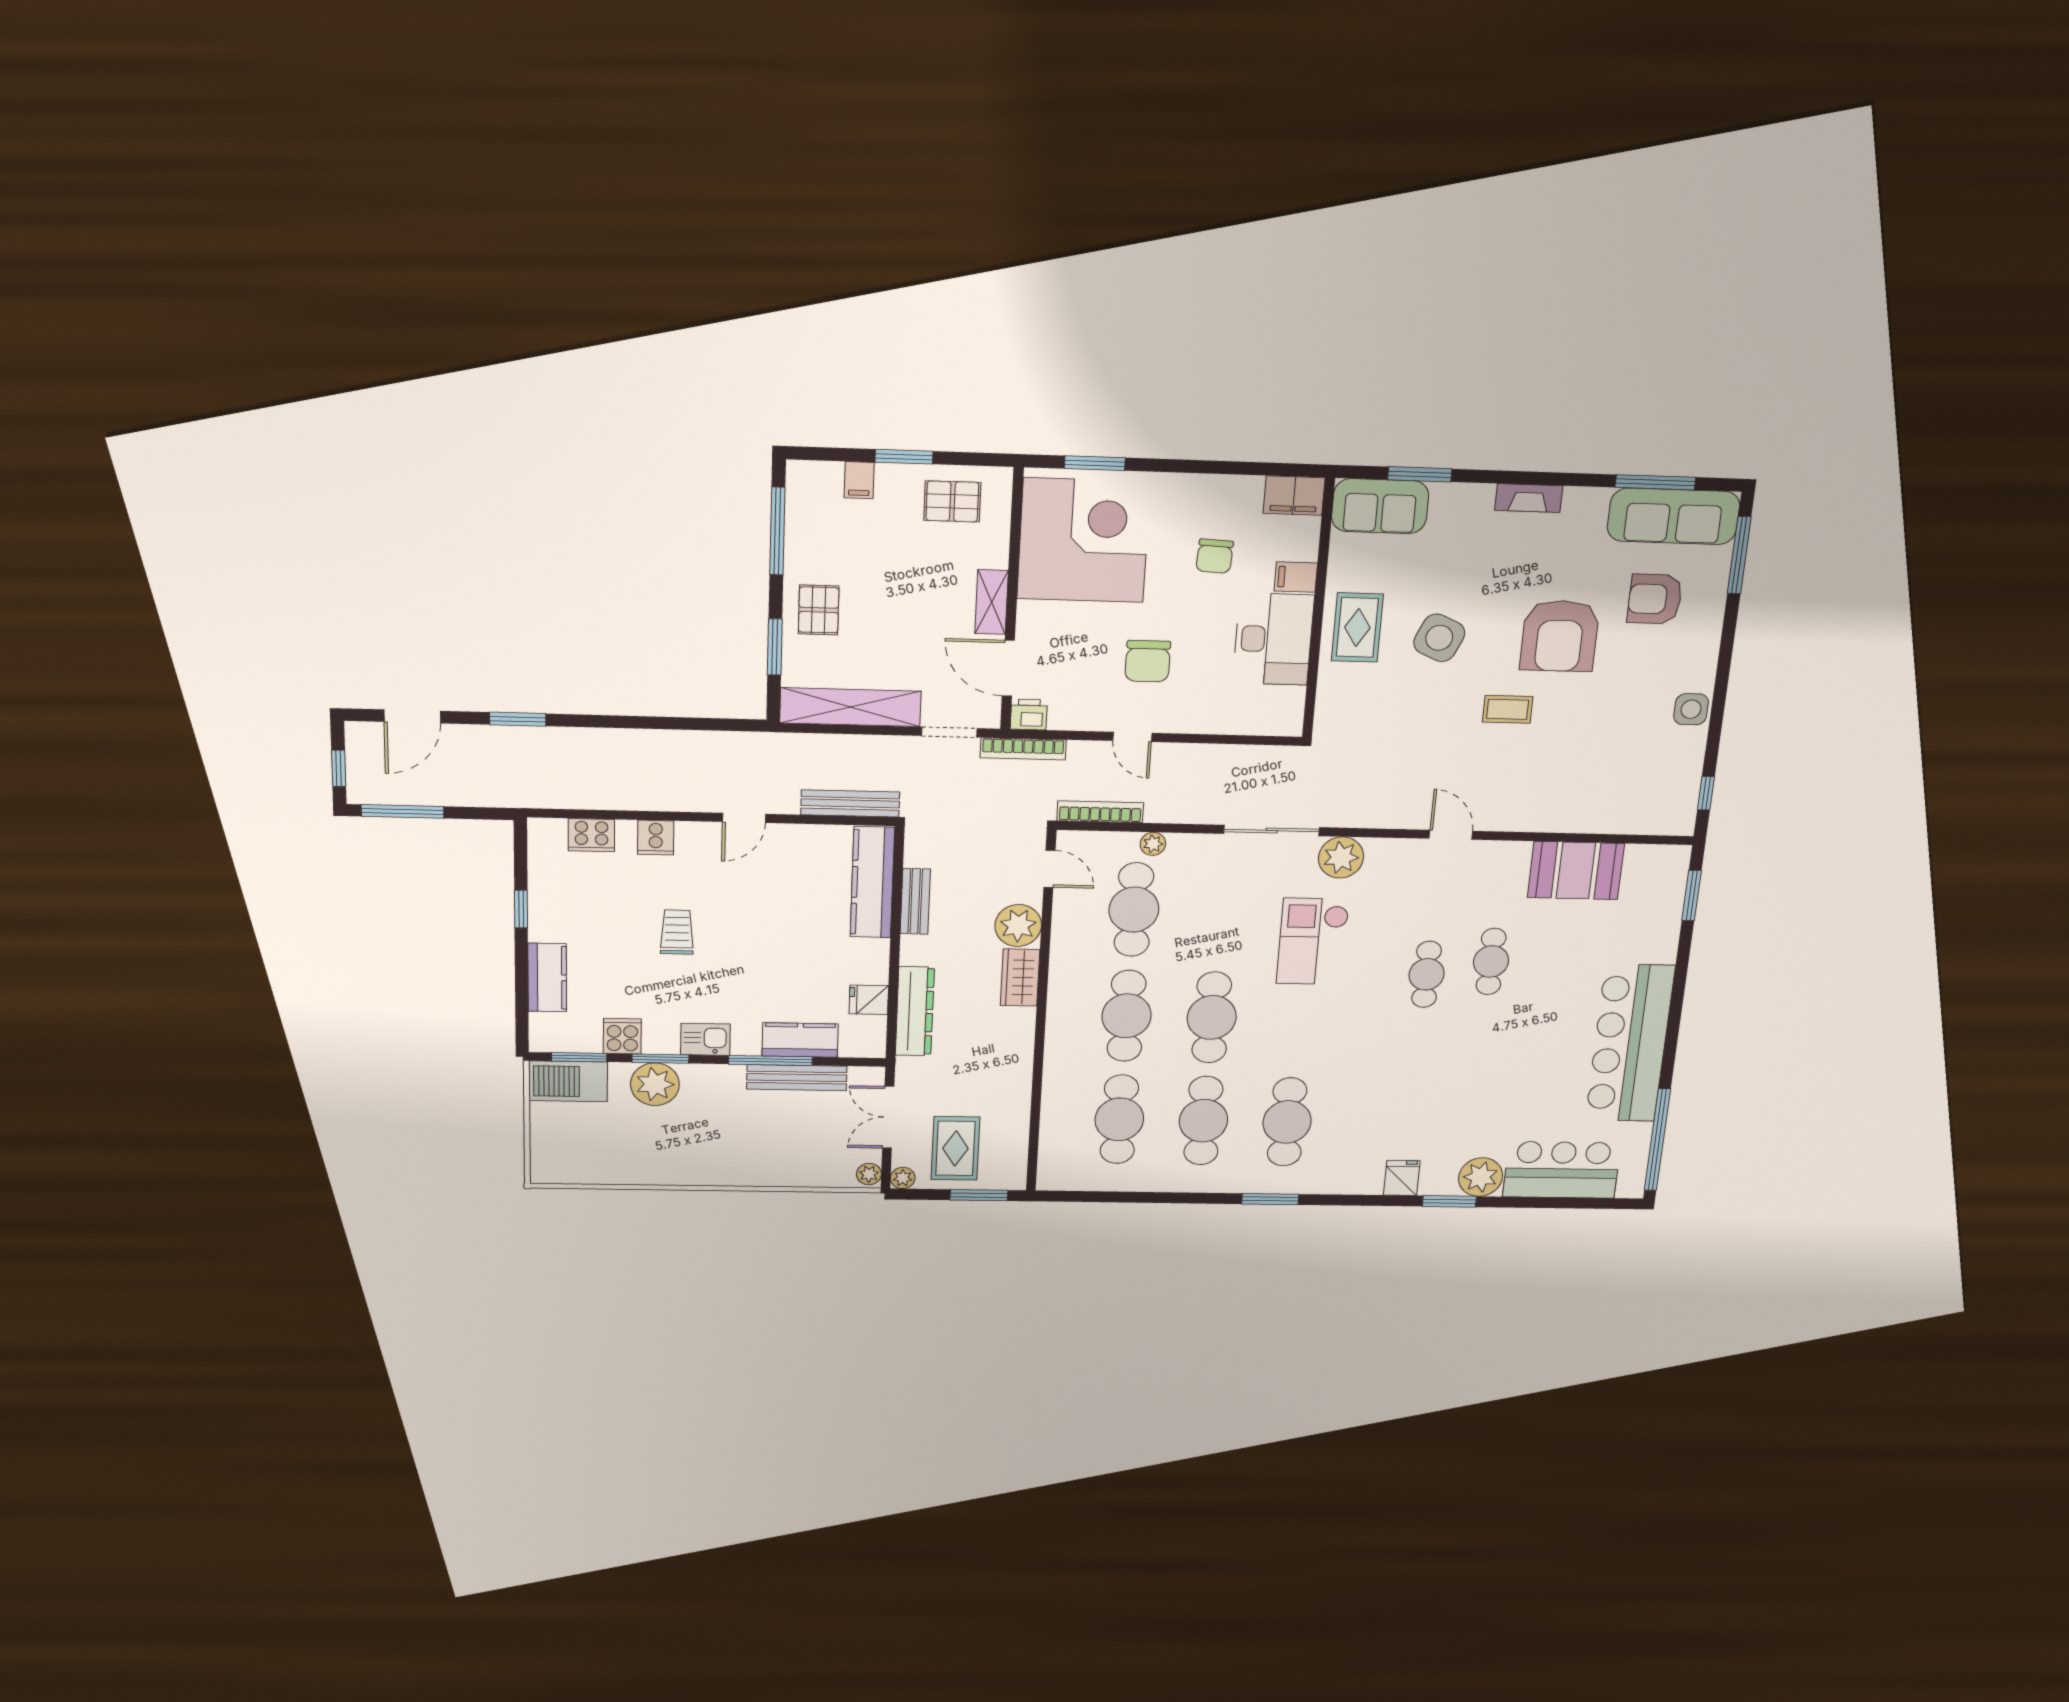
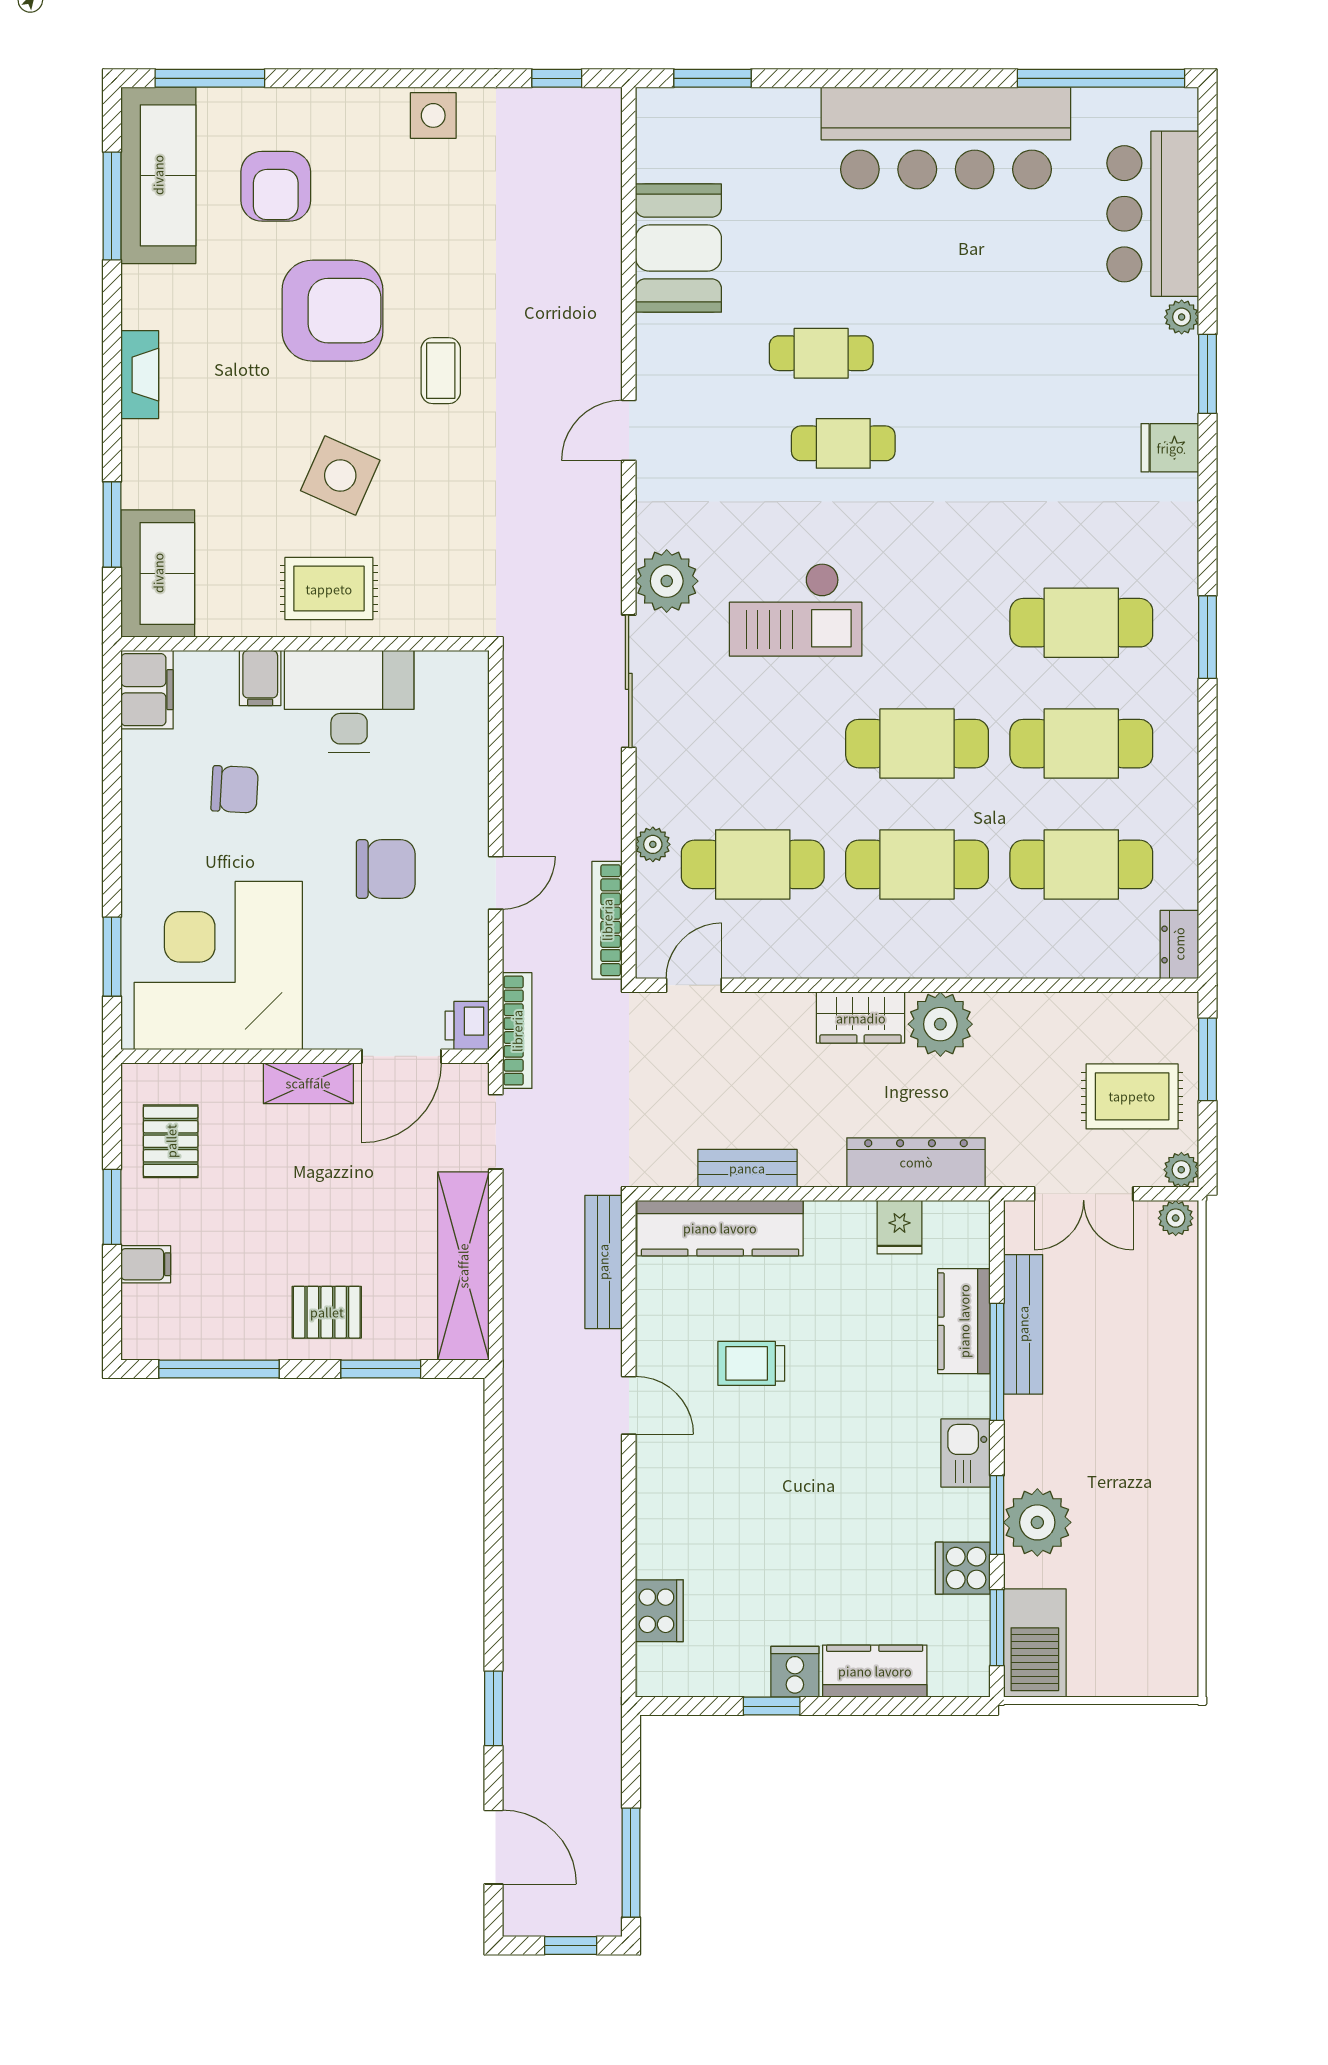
cooker: (656, 838) -> (795, 1672), moved, turned -90
plant: (1018, 926) -> (940, 1024), moved
trolley: (677, 932) -> (751, 1363), moved
plant: (1481, 1177) -> (1182, 317), width x0.53, depth x0.53
dresser: (1060, 1179) -> (1179, 944), added

